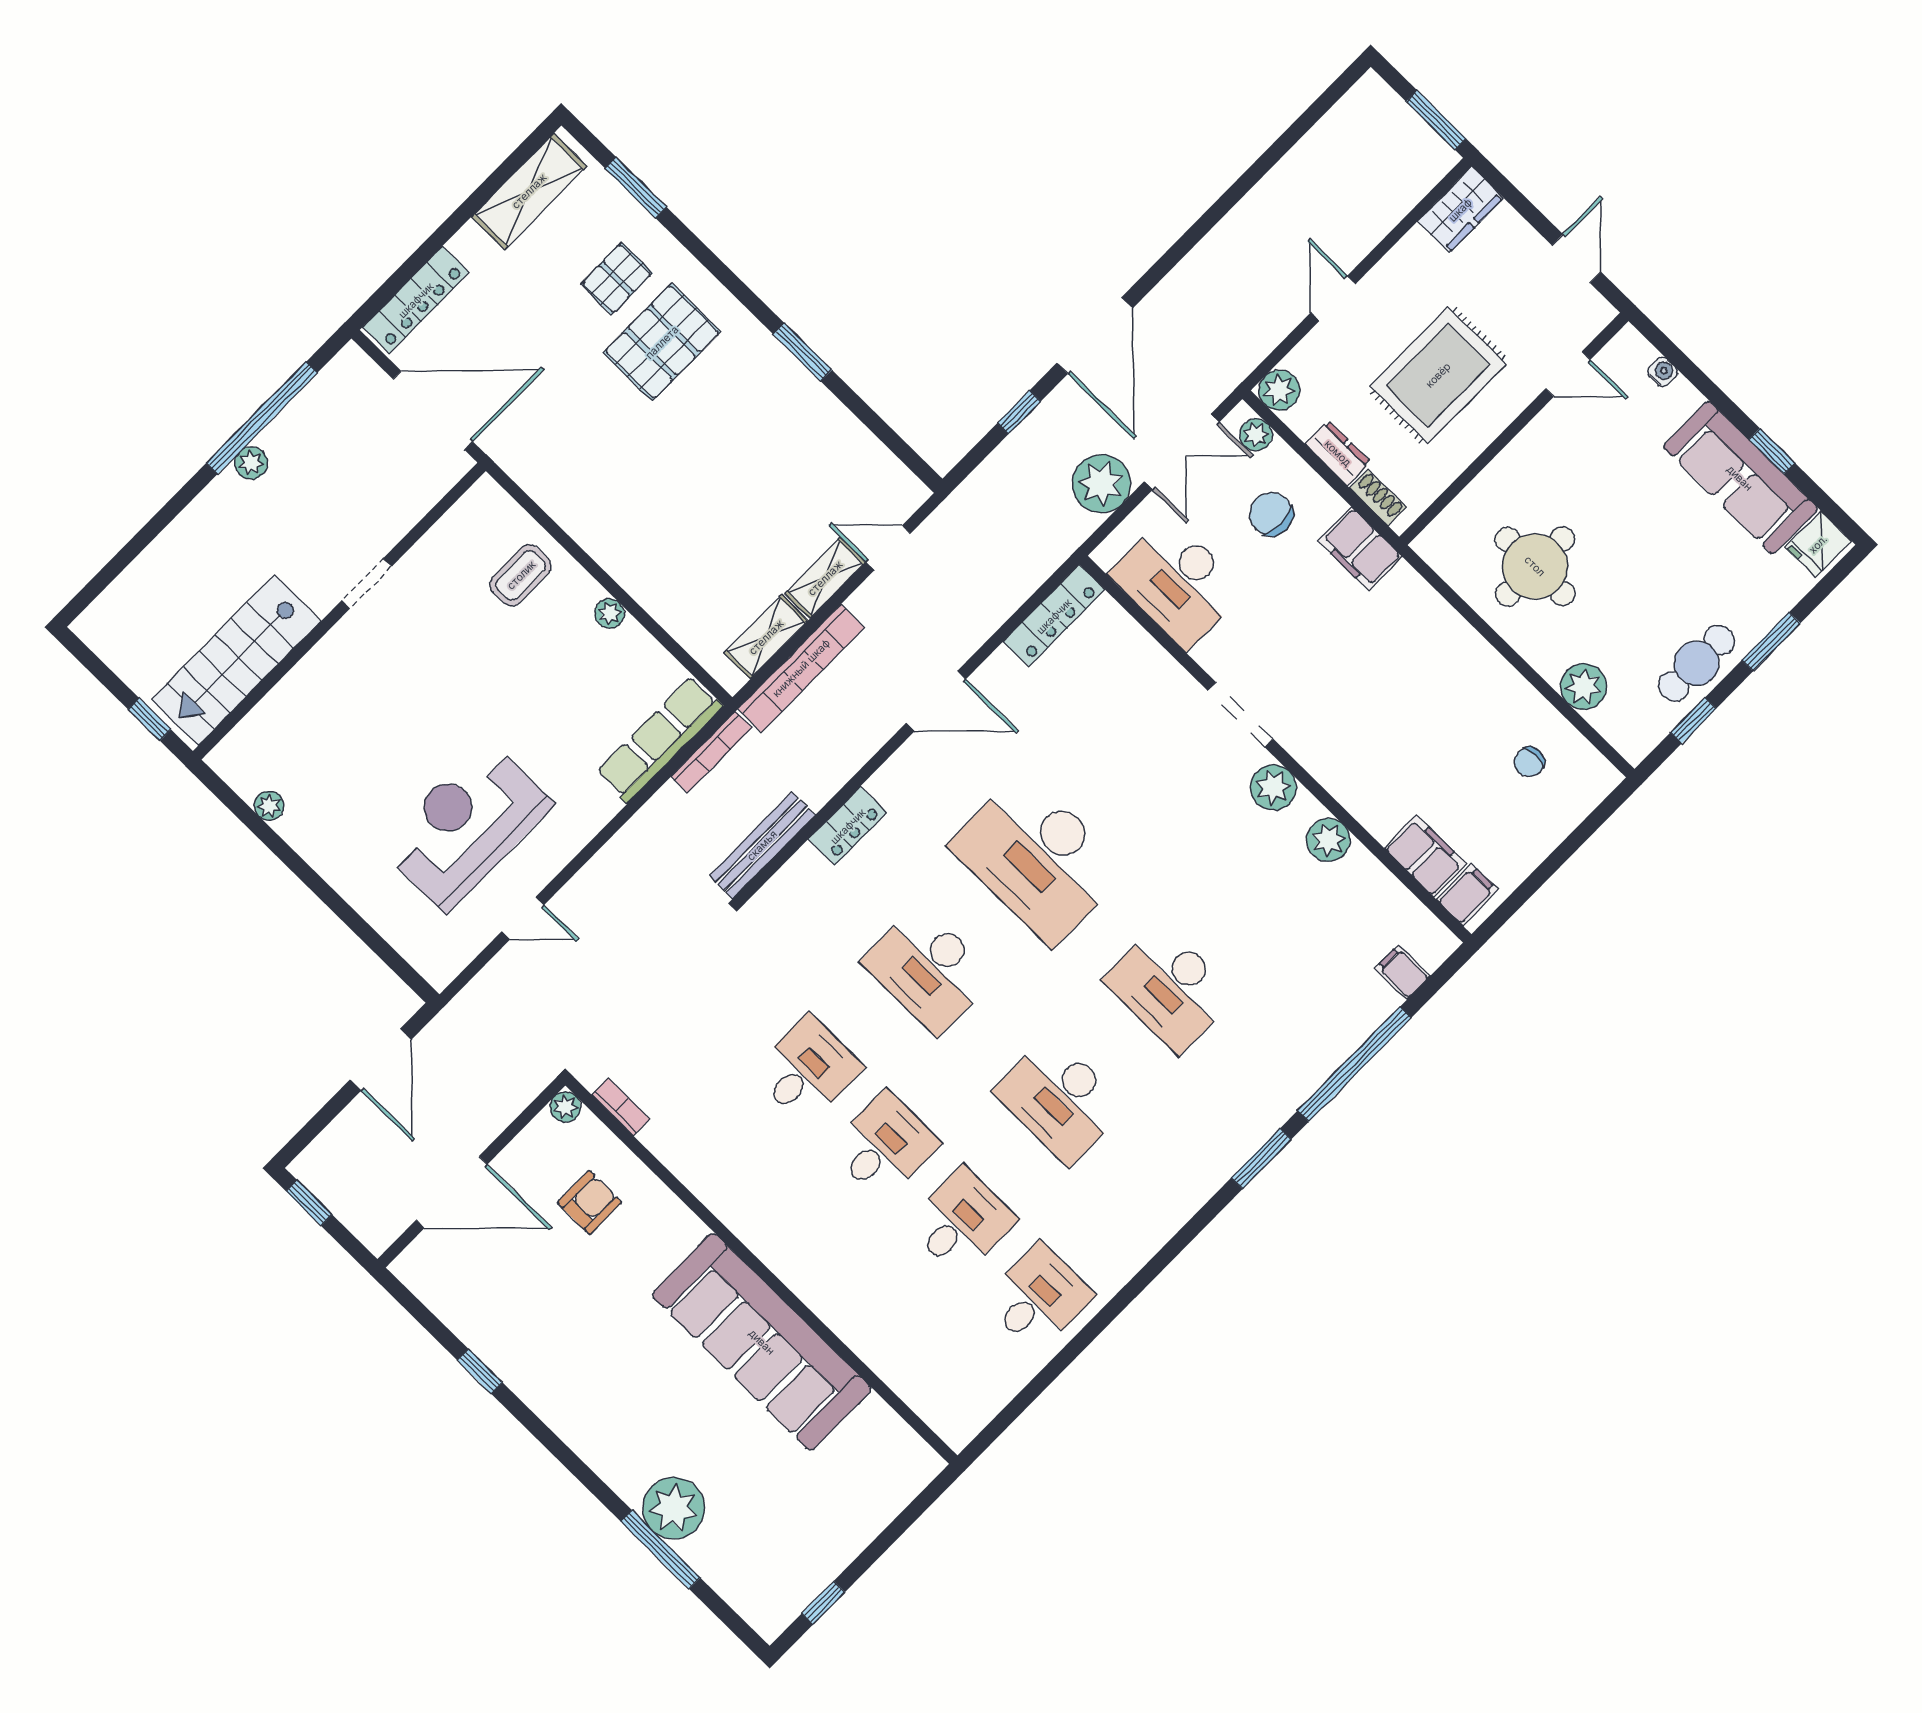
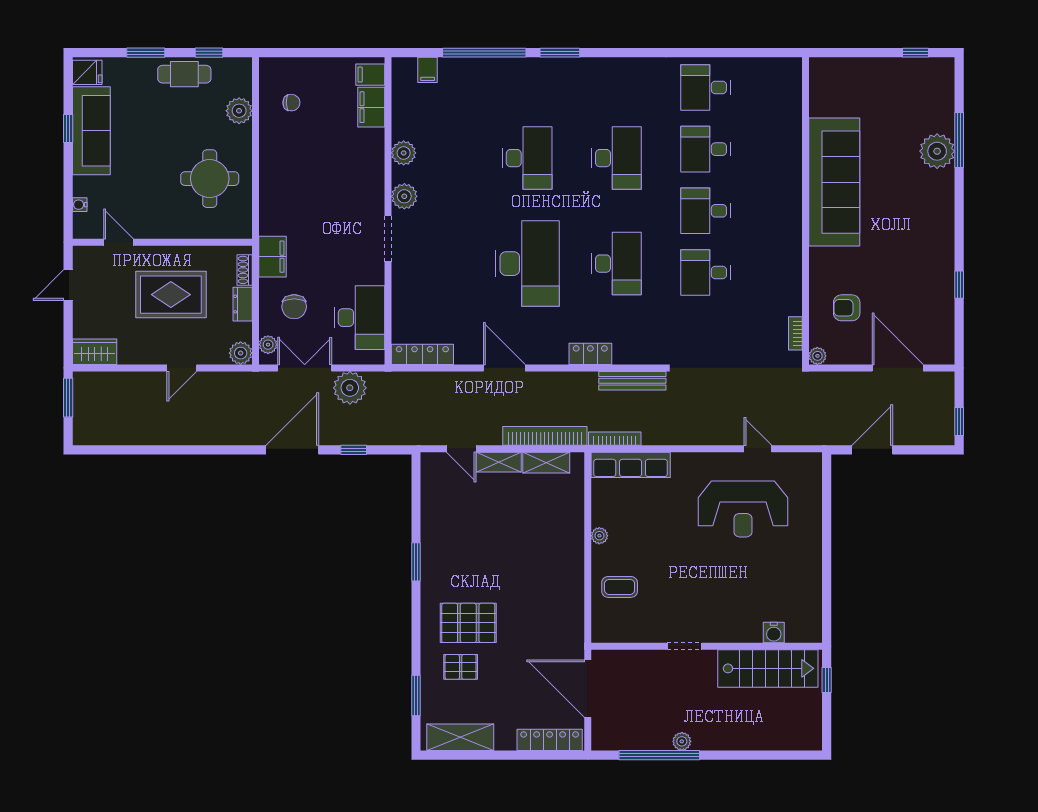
water cooler: (274, 712) -> (774, 633), added
plant: (269, 806) -> (814, 597), removed

